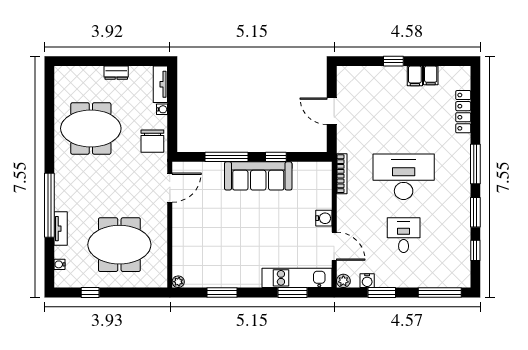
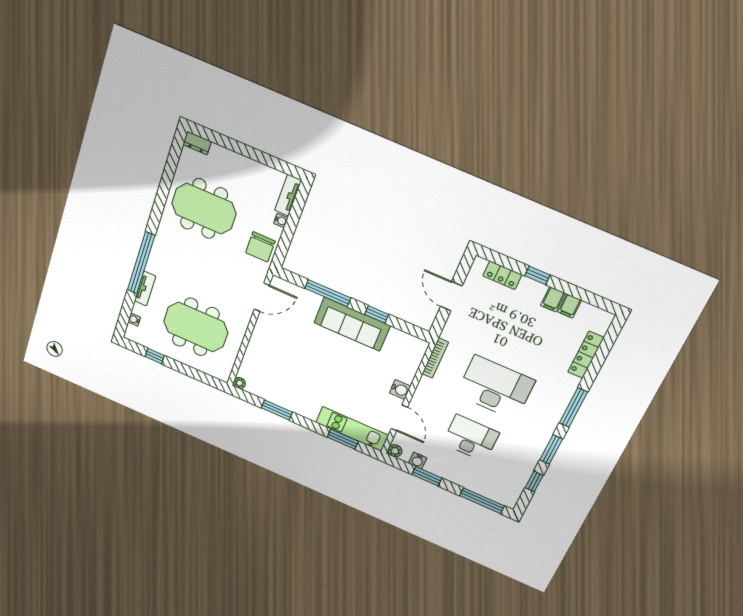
dresser: (116, 73) -> (197, 143), moved
locker: (365, 74) -> (502, 275), added
desk: (404, 235) -> (471, 438), width x1.37

